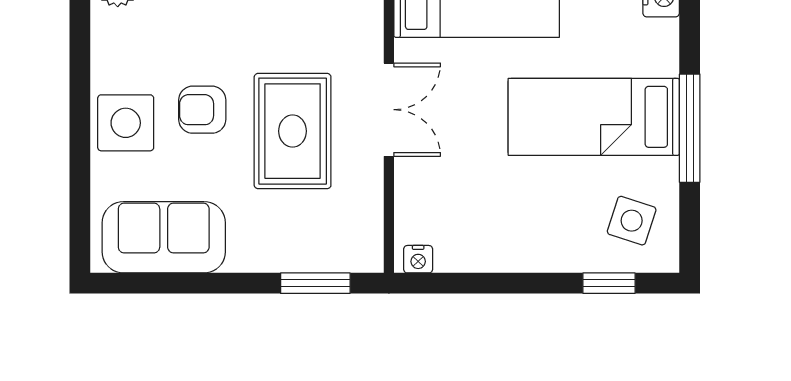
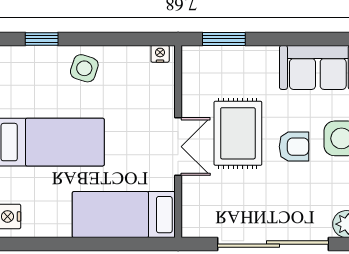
double door: (389, 110) -> (178, 147), swing flipped
side table: (632, 221) -> (84, 68), moved

